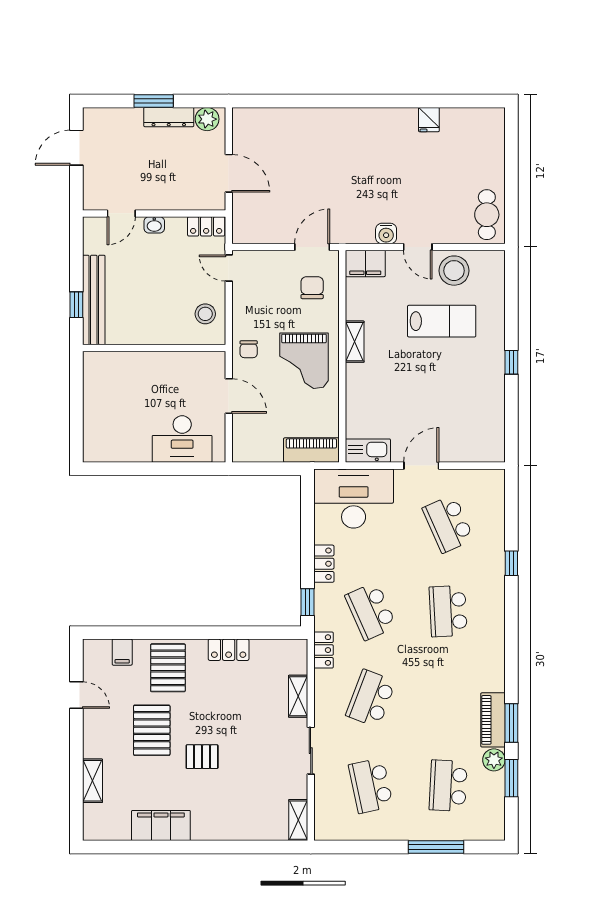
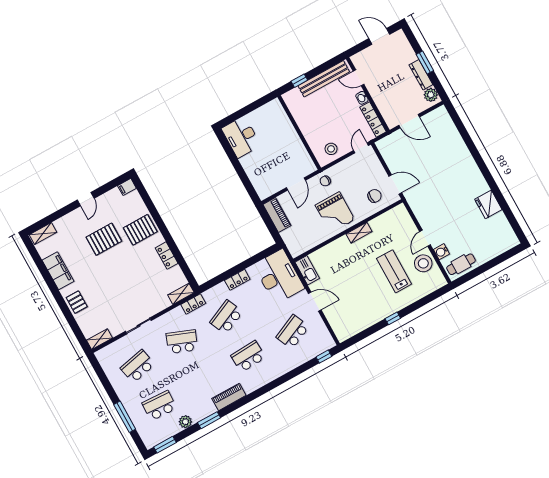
fridge: (429, 120) -> (488, 204), width x1.88, depth x1.34
door: (229, 173) -> (409, 121), hinge flipped
locker: (206, 226) -> (373, 119), width x1.53
water cooler: (386, 234) -> (441, 252), moved
filing cabinet: (365, 263) -> (402, 216), removed
bench: (94, 300) -> (324, 79), moved
lab bench: (442, 321) -> (394, 271), turned 180
grand piano: (304, 361) -> (335, 212), turned -90
desk: (182, 439) -> (241, 137), moved
piano: (311, 450) -> (277, 215), moved
window: (511, 563) -> (324, 357), moved
window: (308, 602) -> (213, 282), removed
filing cabinet: (122, 652) -> (127, 187), moved
door: (76, 695) -> (86, 199), moved
shelving: (298, 696) -> (181, 294), moved
piano: (493, 720) -> (229, 397), moved
pallet: (202, 757) -> (77, 302), moved
window: (511, 778) -> (165, 445), moved
shelving: (92, 781) -> (43, 234), moved

